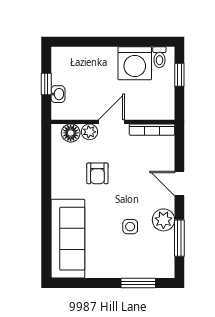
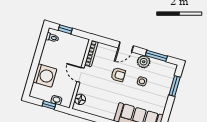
washing machine: (135, 63) -> (45, 76), moved
plant: (89, 132) -> (82, 89), removed
armchair: (97, 173) -> (118, 75), moved

